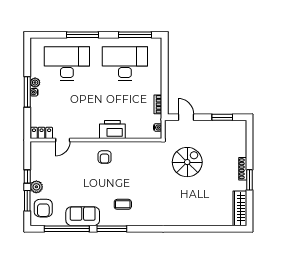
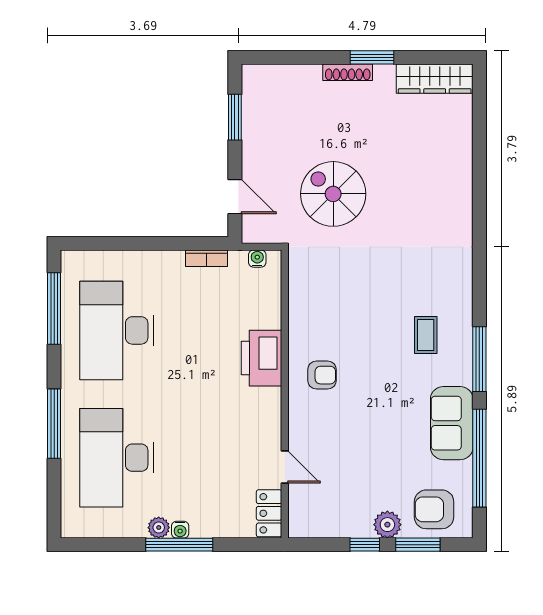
door: (186, 117) -> (235, 197), swing flipped
armchair: (43, 208) -> (434, 509), turned 180

